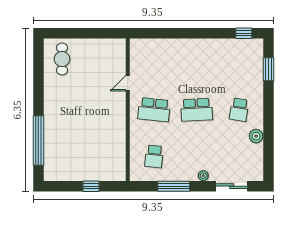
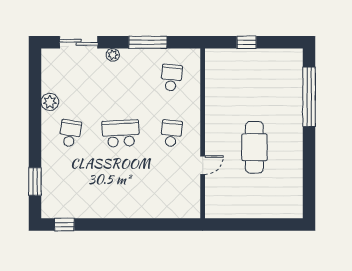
cafe table: (62, 59) -> (254, 147), moved, width x1.37, depth x1.35
school desk: (154, 110) -> (171, 133), width x0.54

